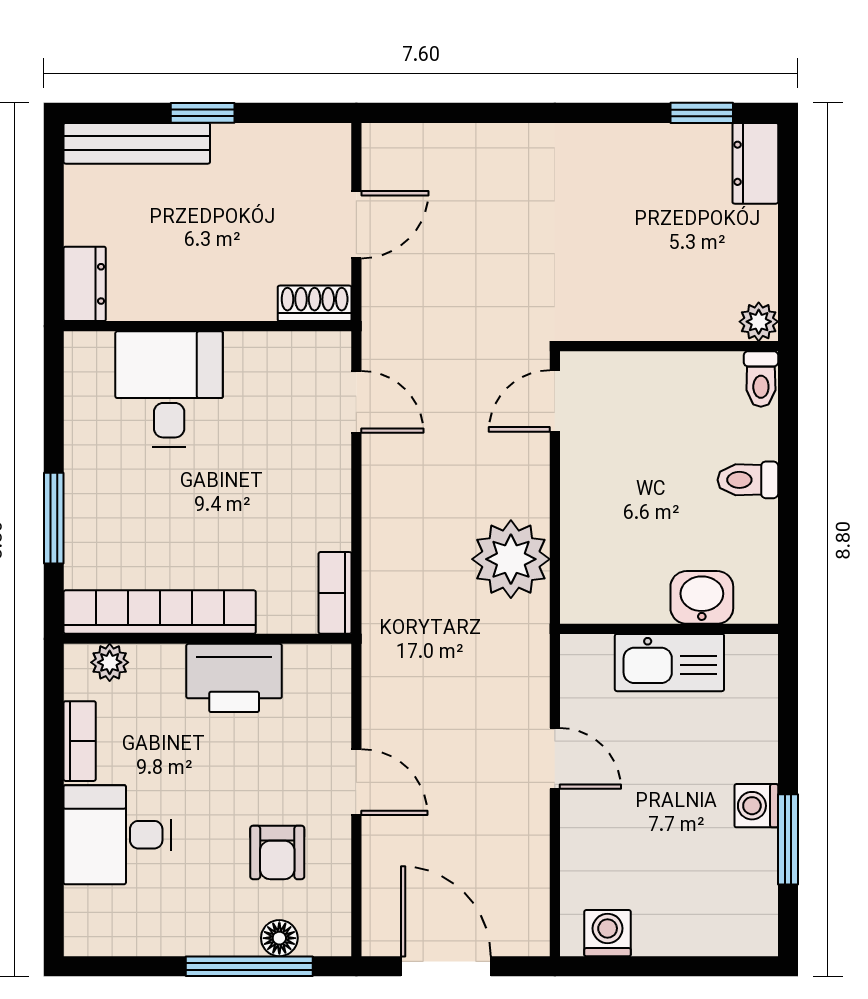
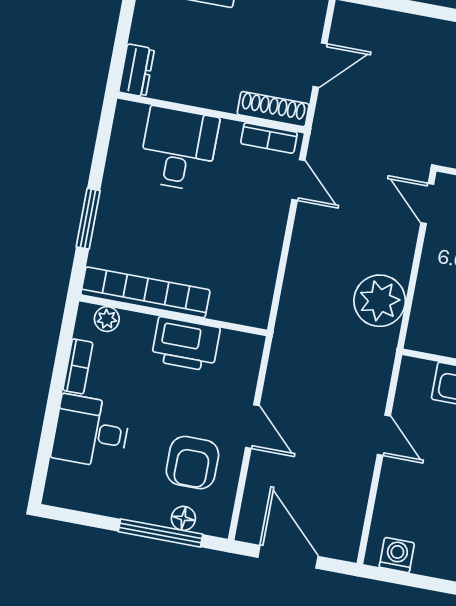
shoe rack: (315, 303) -> (273, 109), width x1.43
door: (555, 401) -> (427, 203), hinge flipped
bookcase: (335, 593) -> (269, 138), moved, turned -90
armchair: (277, 852) -> (192, 463), width x1.38, depth x1.38

